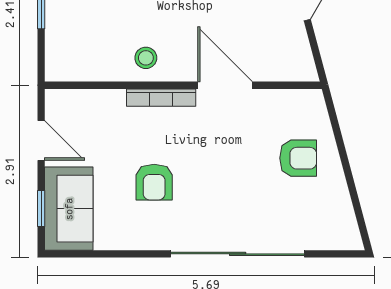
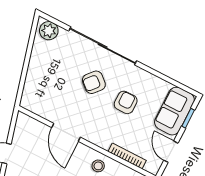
bookcase: (161, 98) -> (127, 156), moved
armchair: (298, 158) -> (94, 82), moved, turned -49
plant: (336, 234) -> (49, 31), added

